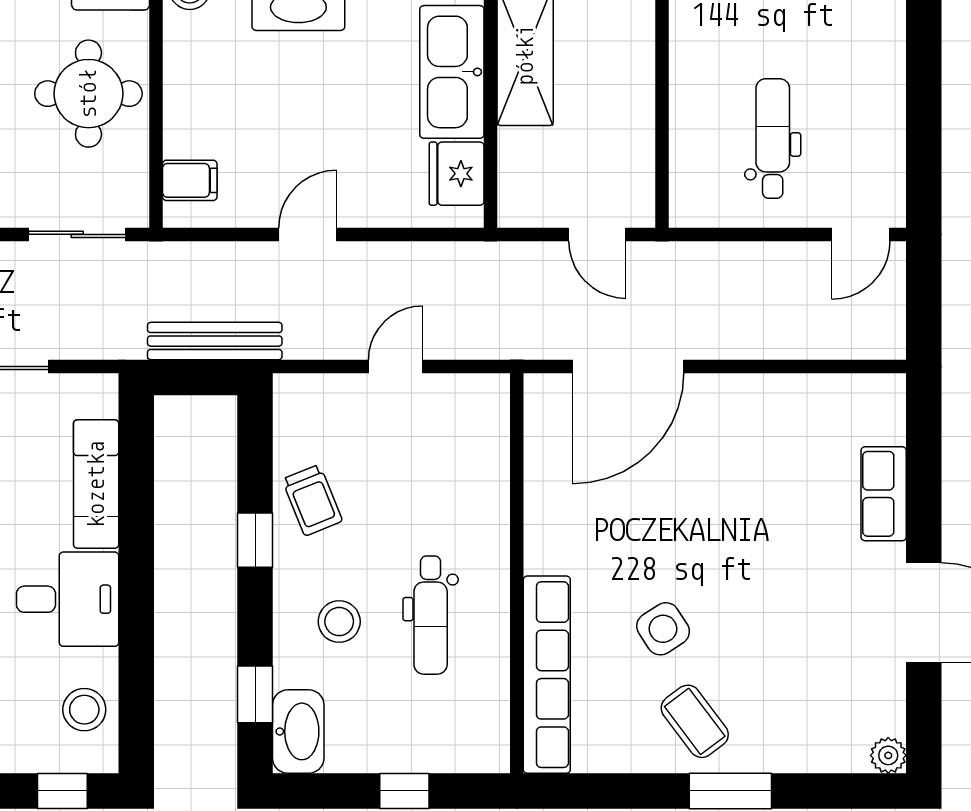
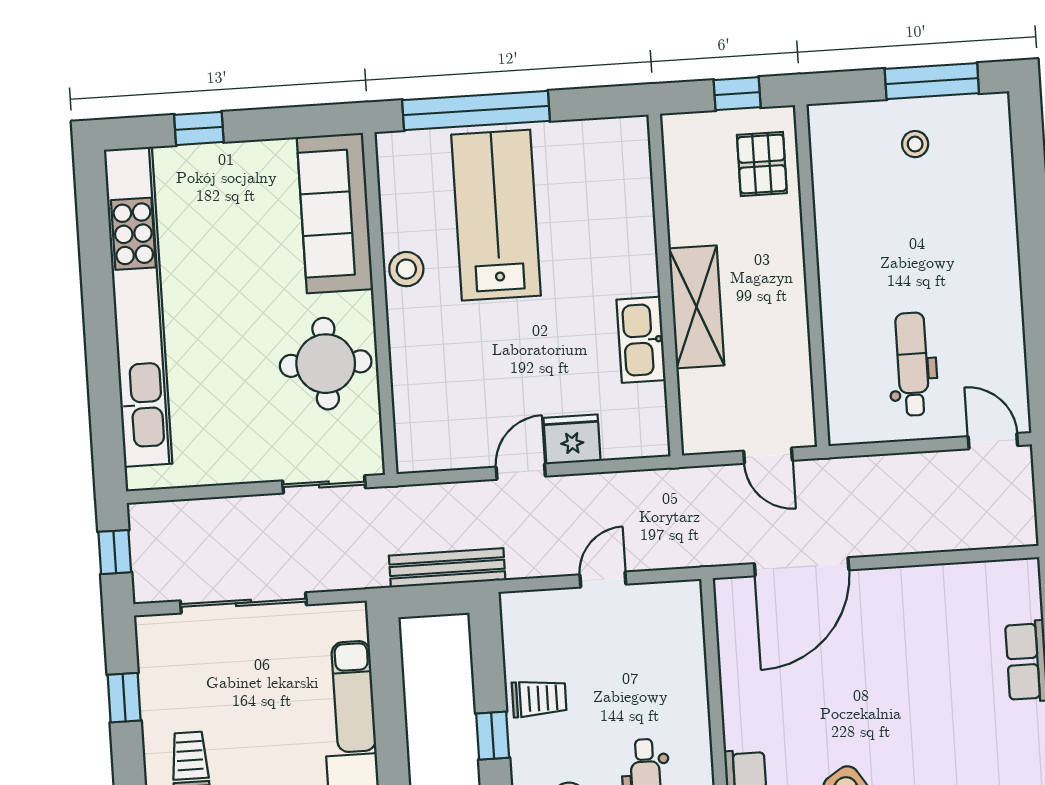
kitchen sink: (452, 72) -> (641, 340), width x0.73, depth x0.81
fridge: (457, 174) -> (572, 439), moved, turned 90
filing cabinet: (190, 180) -> (417, 432), removed
door: (861, 234) -> (993, 441), swing flipped
trolley: (312, 500) -> (539, 698), turned -68

